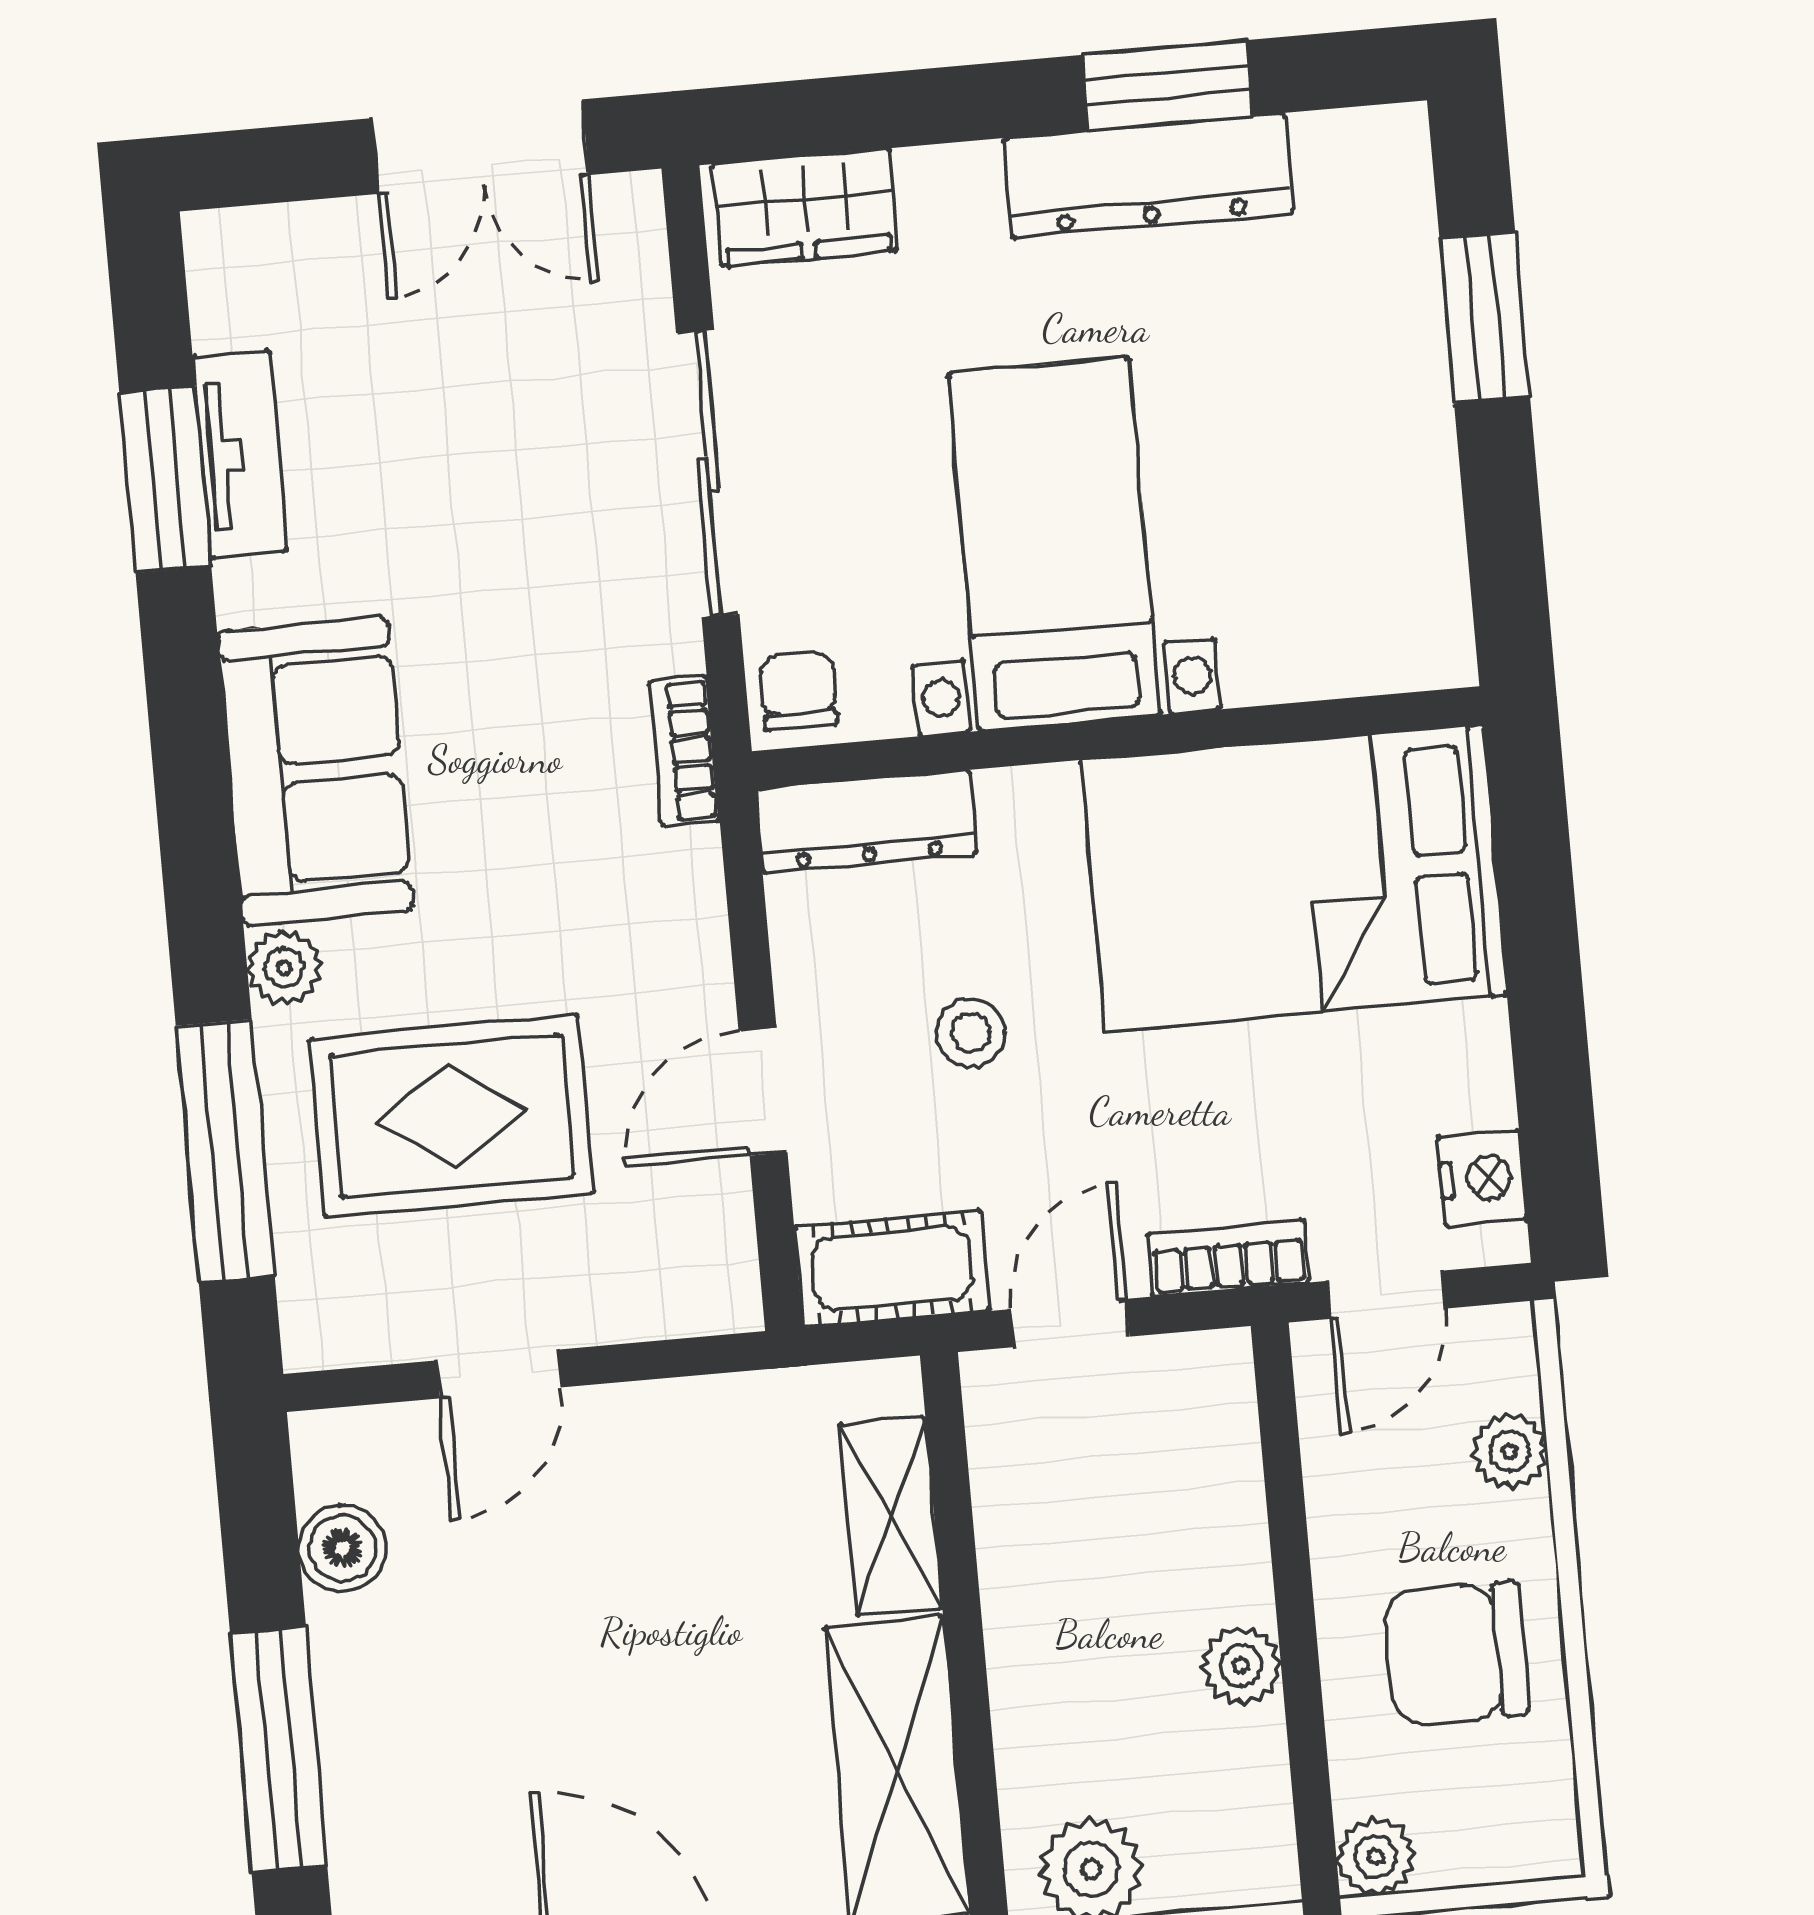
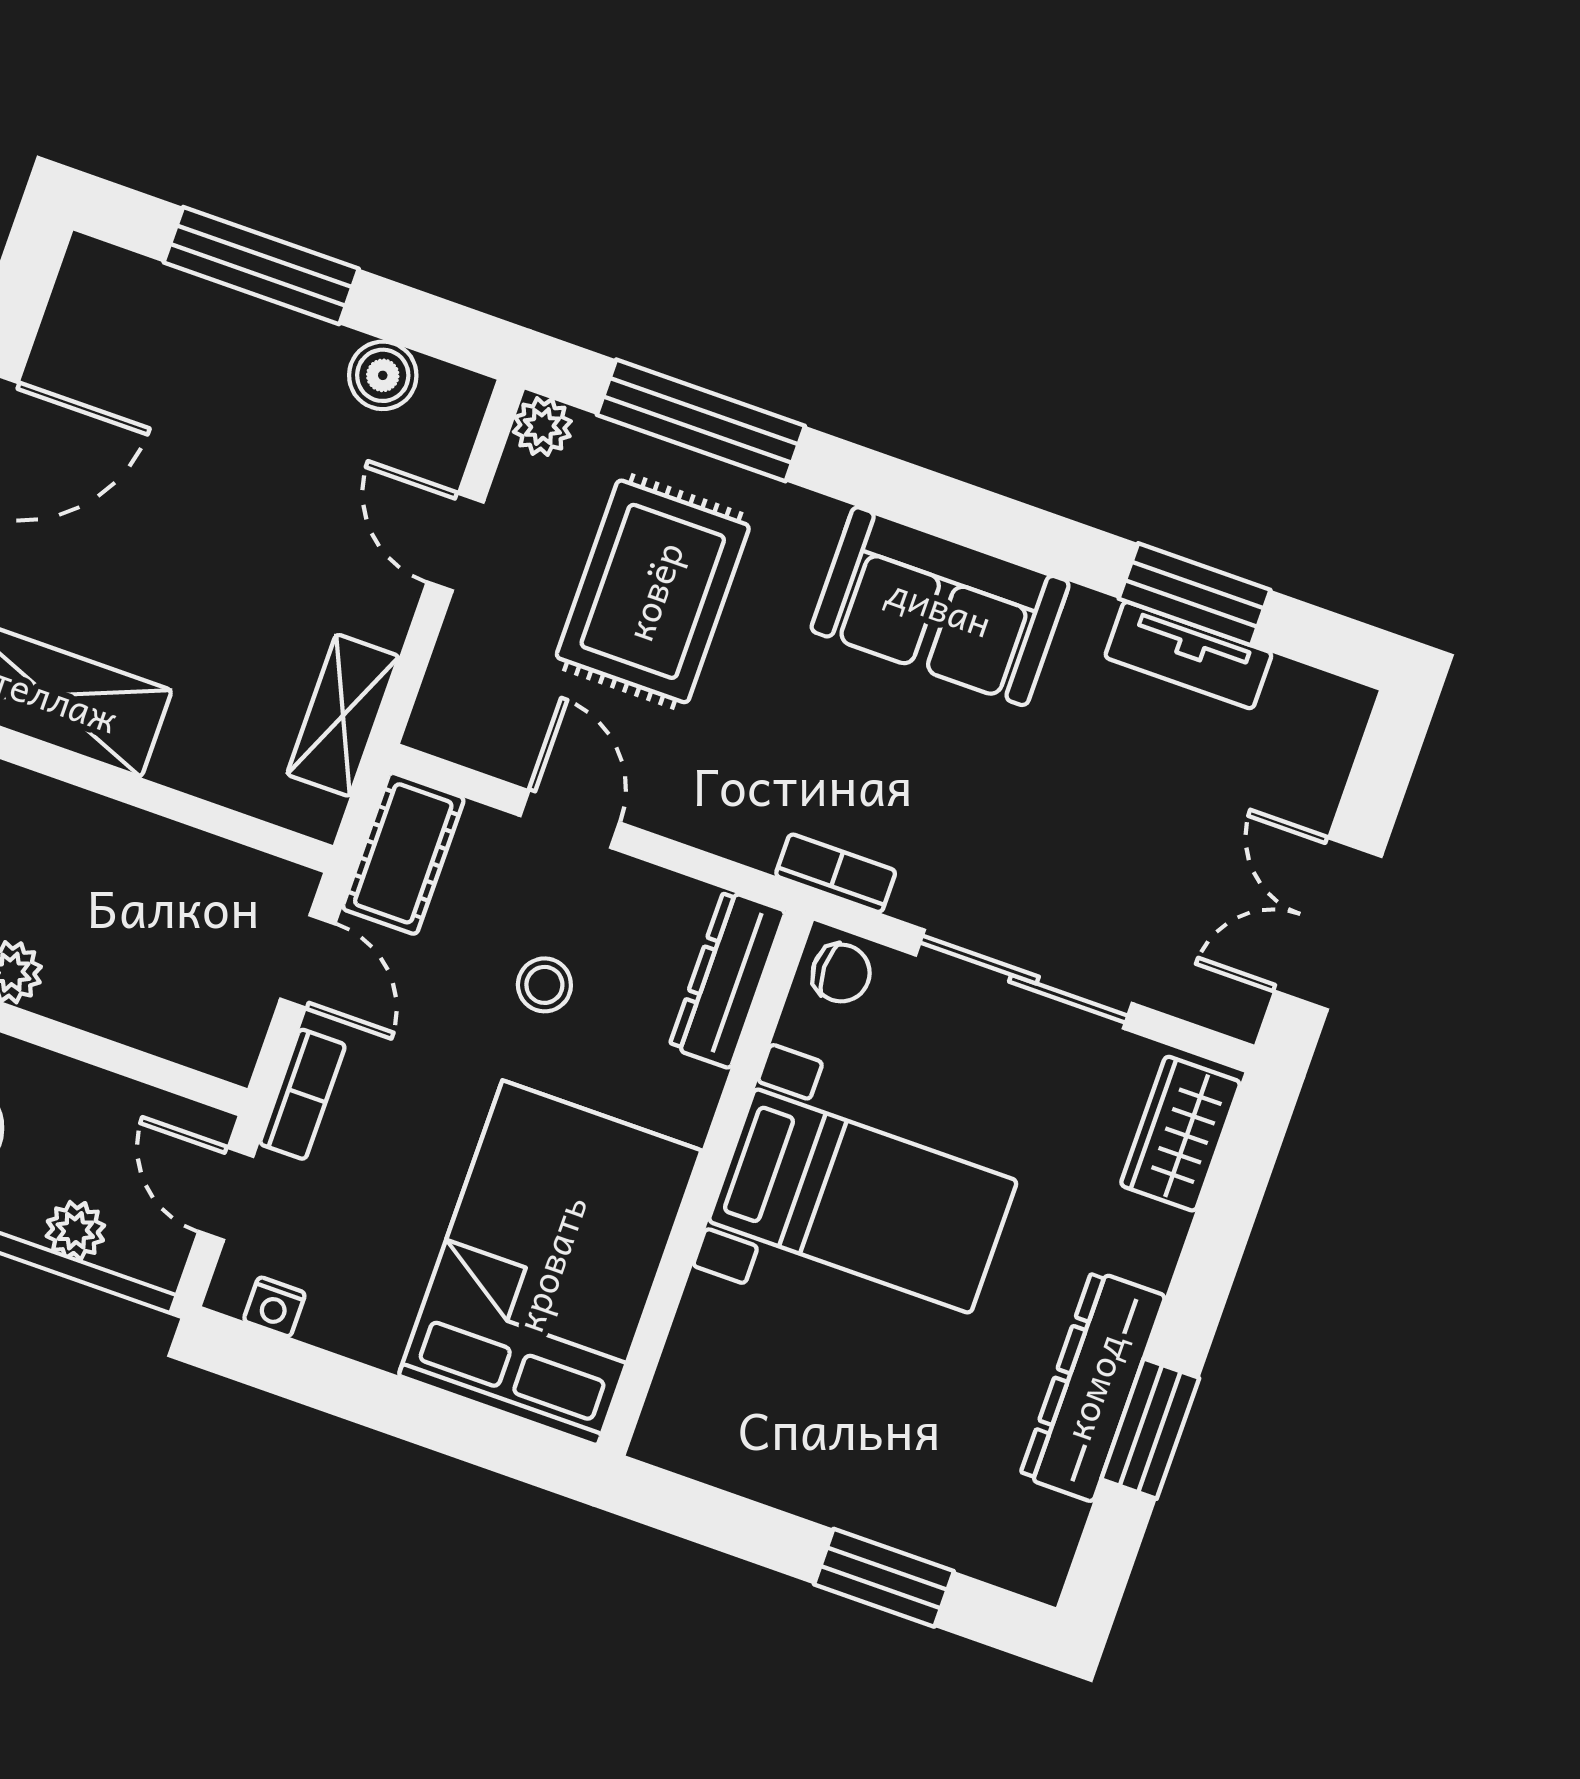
plant: (284, 968) -> (542, 427), moved
nightstand: (1482, 1178) -> (274, 1307), width x0.72, depth x0.74
shelving: (891, 1517) -> (343, 715), moved, turned 90

